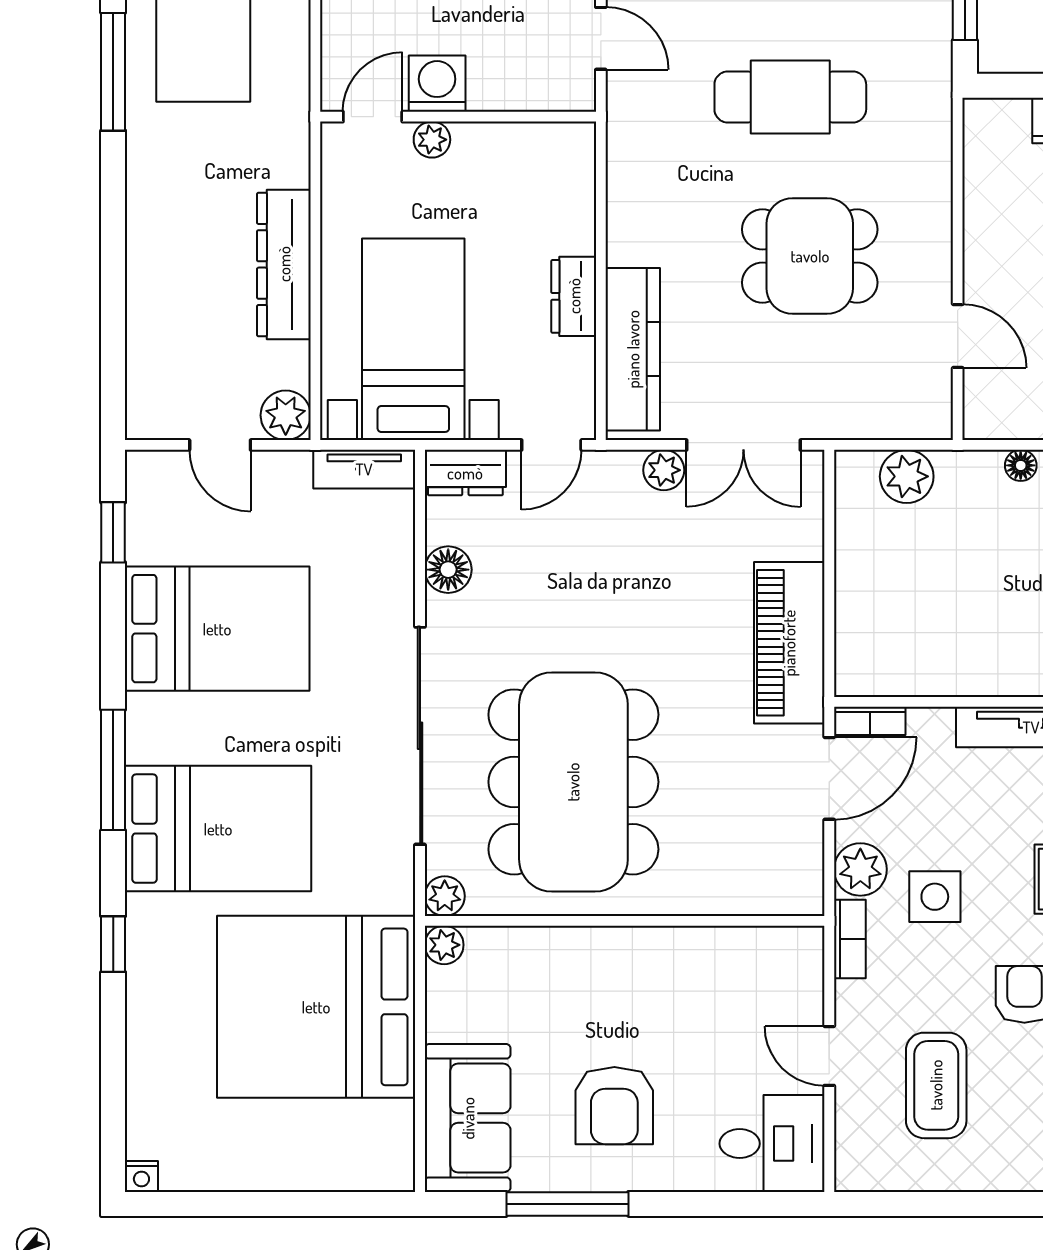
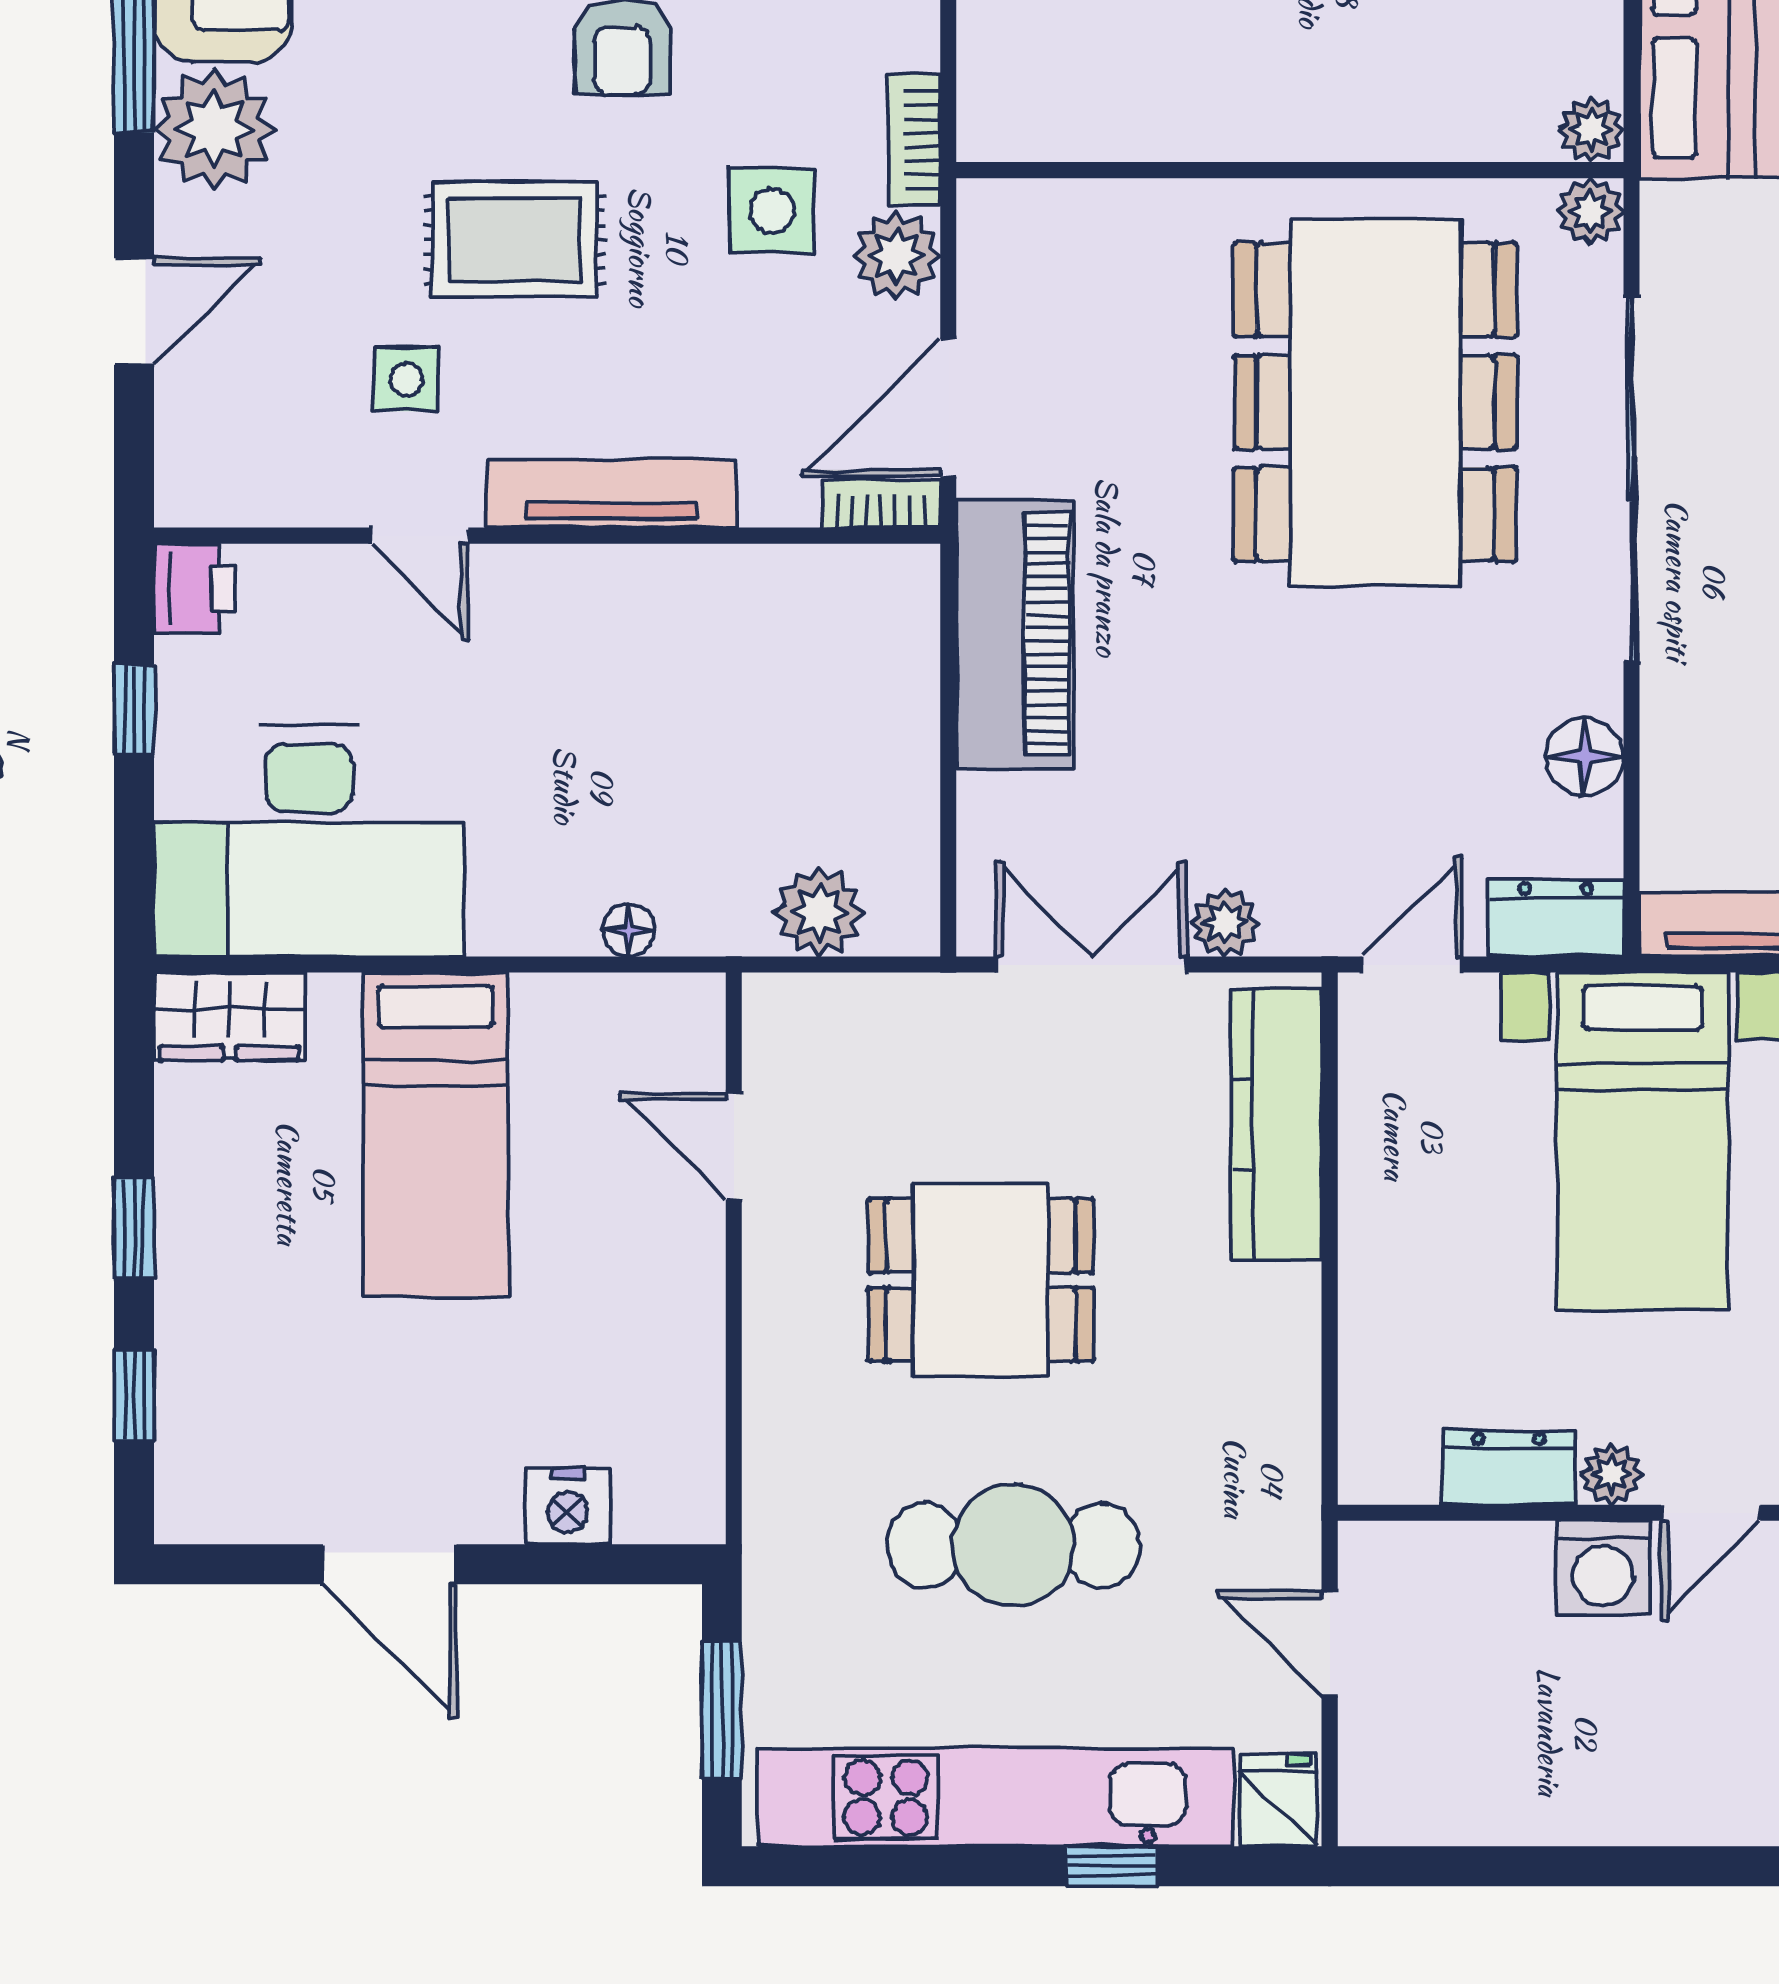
dresser: (574, 296) -> (1509, 1467), moved, turned -90

